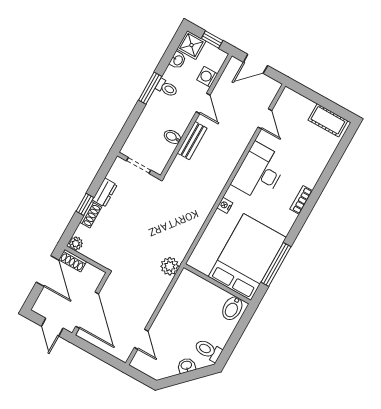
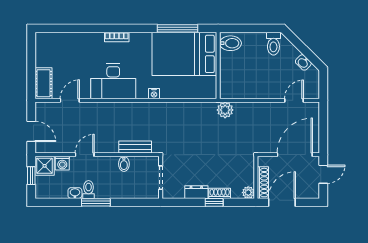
shower: (191, 45) -> (45, 166), moved
washbasin: (178, 60) -> (75, 193), moved
cot: (328, 120) -> (44, 83), moved
bench: (192, 141) -> (135, 147), moved
shoe rack: (73, 261) -> (263, 183), width x1.43
washbasin: (186, 366) -> (303, 62), moved

